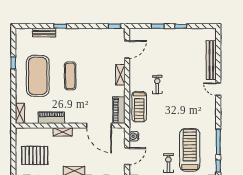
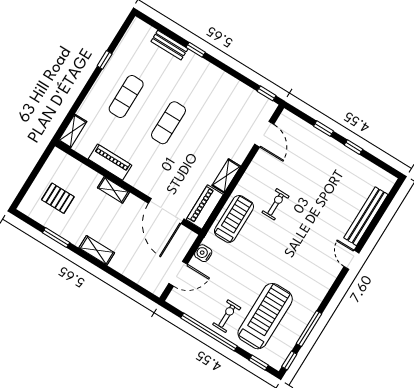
door: (127, 49) -> (264, 134), hinge flipped
shelving: (120, 75) -> (226, 176), moved
exercise mat: (38, 76) -> (126, 97), width x0.50, depth x0.69
treadmill: (139, 107) -> (234, 219), turned 180
pallet: (35, 155) -> (58, 198), width x0.67, depth x0.71

